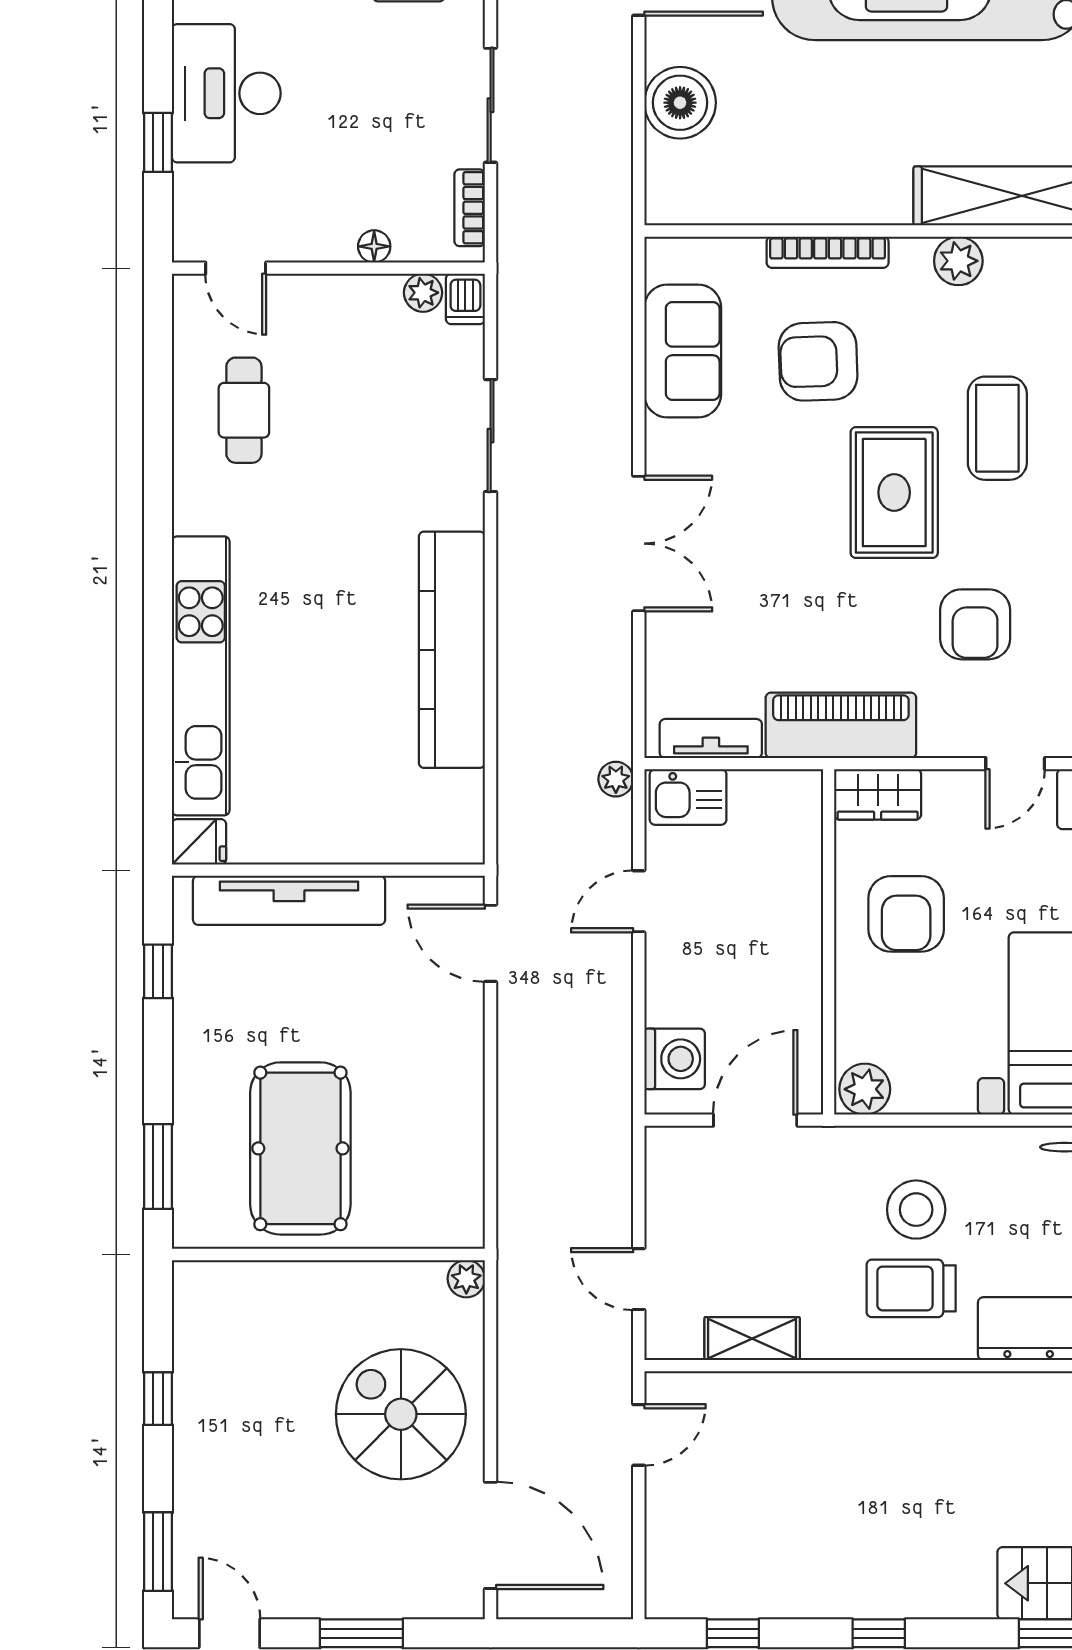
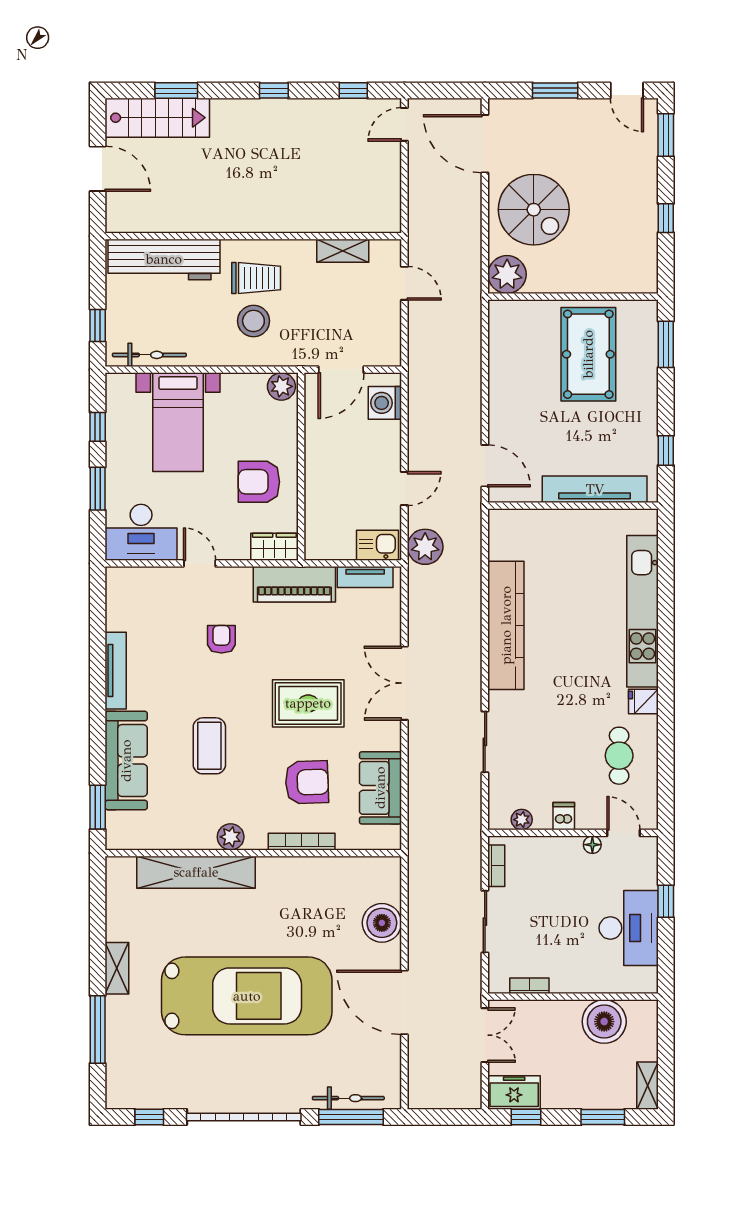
floor lamp: (374, 246) -> (592, 845), moved
dishwasher: (465, 299) -> (564, 816), moved
rug: (894, 493) -> (308, 703), moved, turned 90
armchair: (975, 624) -> (221, 639), width x0.72, depth x0.72
door: (1015, 764) -> (200, 563), hinge flipped
plant: (616, 779) -> (425, 547), width x1.88, depth x1.88
fridge: (199, 842) -> (643, 701), moved
armchair: (906, 914) -> (259, 482), turned -90
plant: (466, 1279) -> (507, 274), width x1.87, depth x1.87
door: (639, 1435) -> (404, 124), moved

